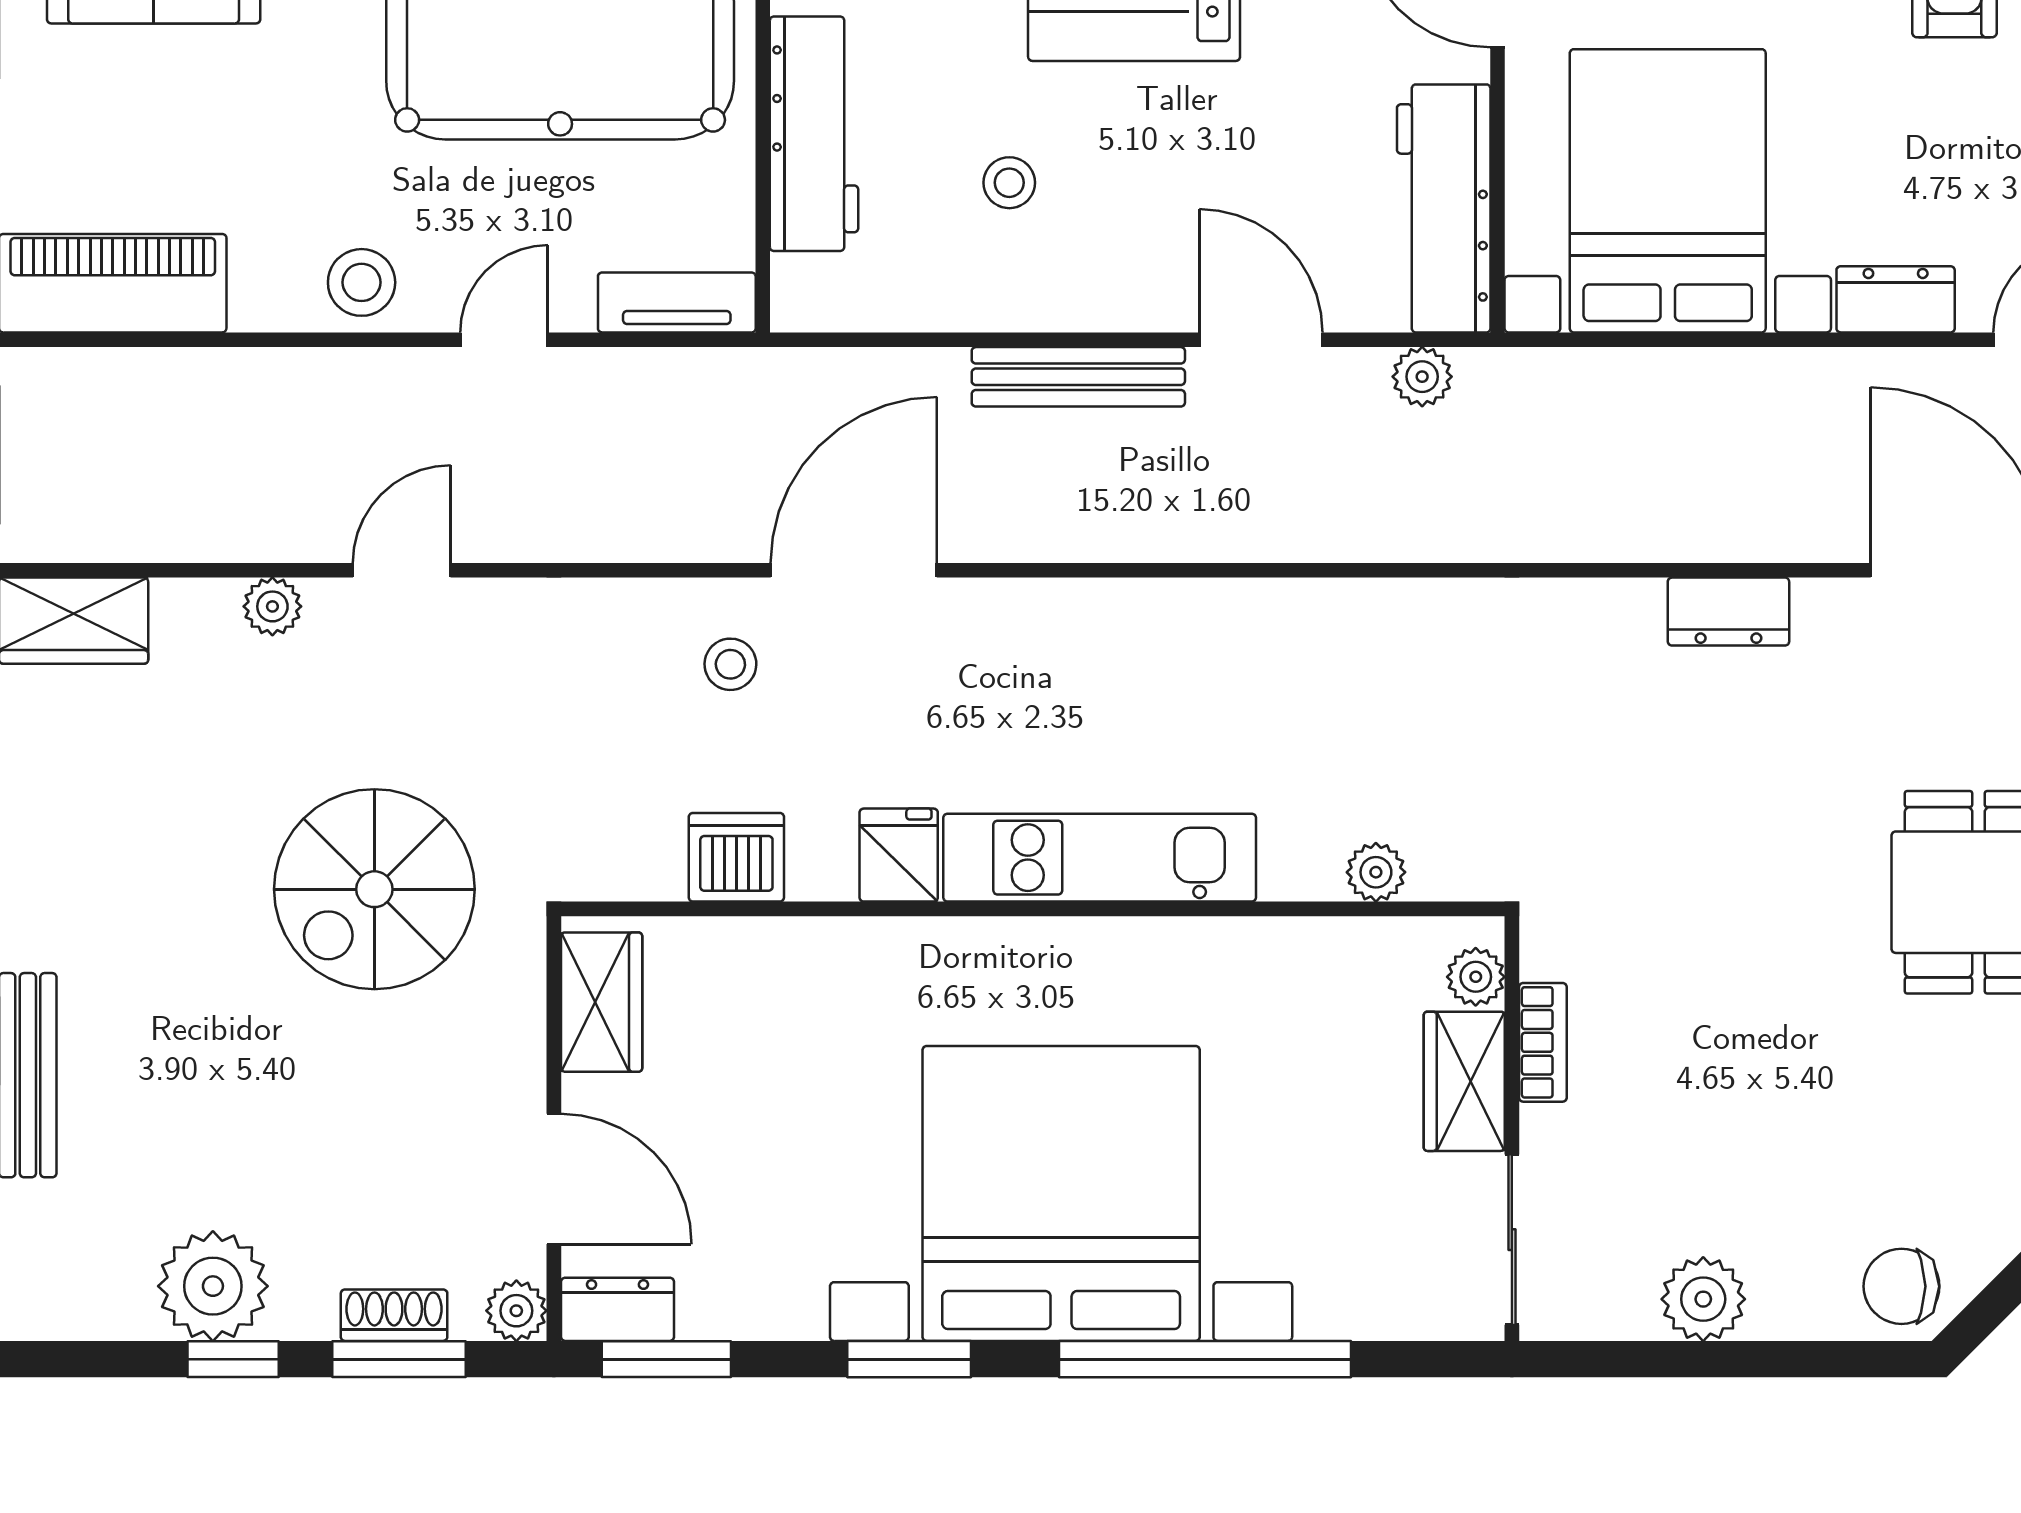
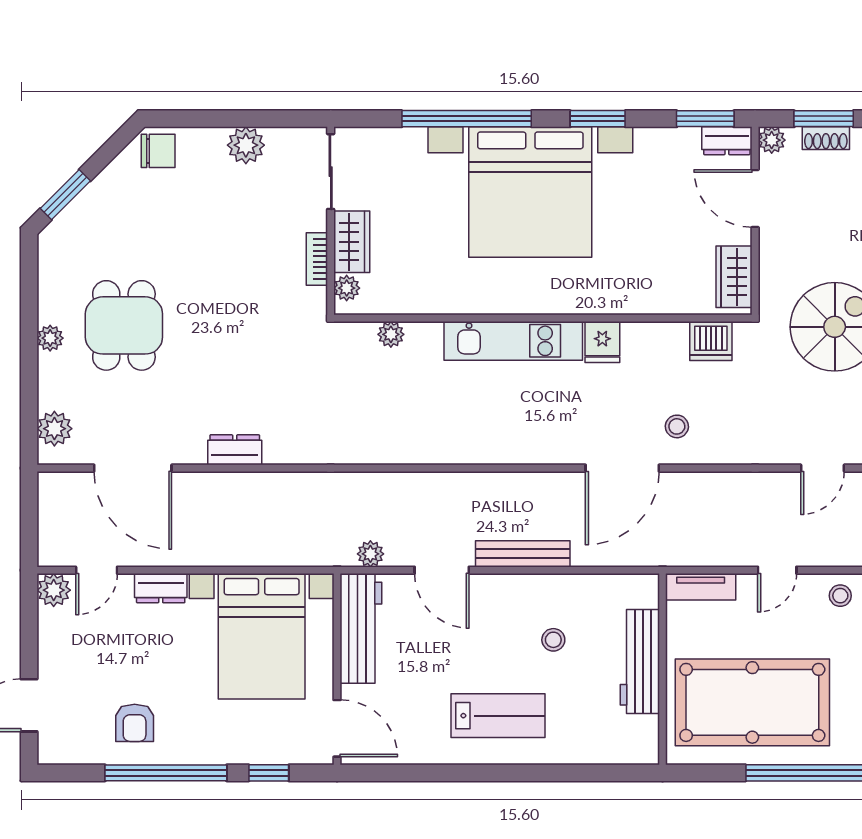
stool: (362, 282) -> (840, 596), width x0.73, depth x0.73
dishwasher: (736, 857) -> (711, 341), moved

